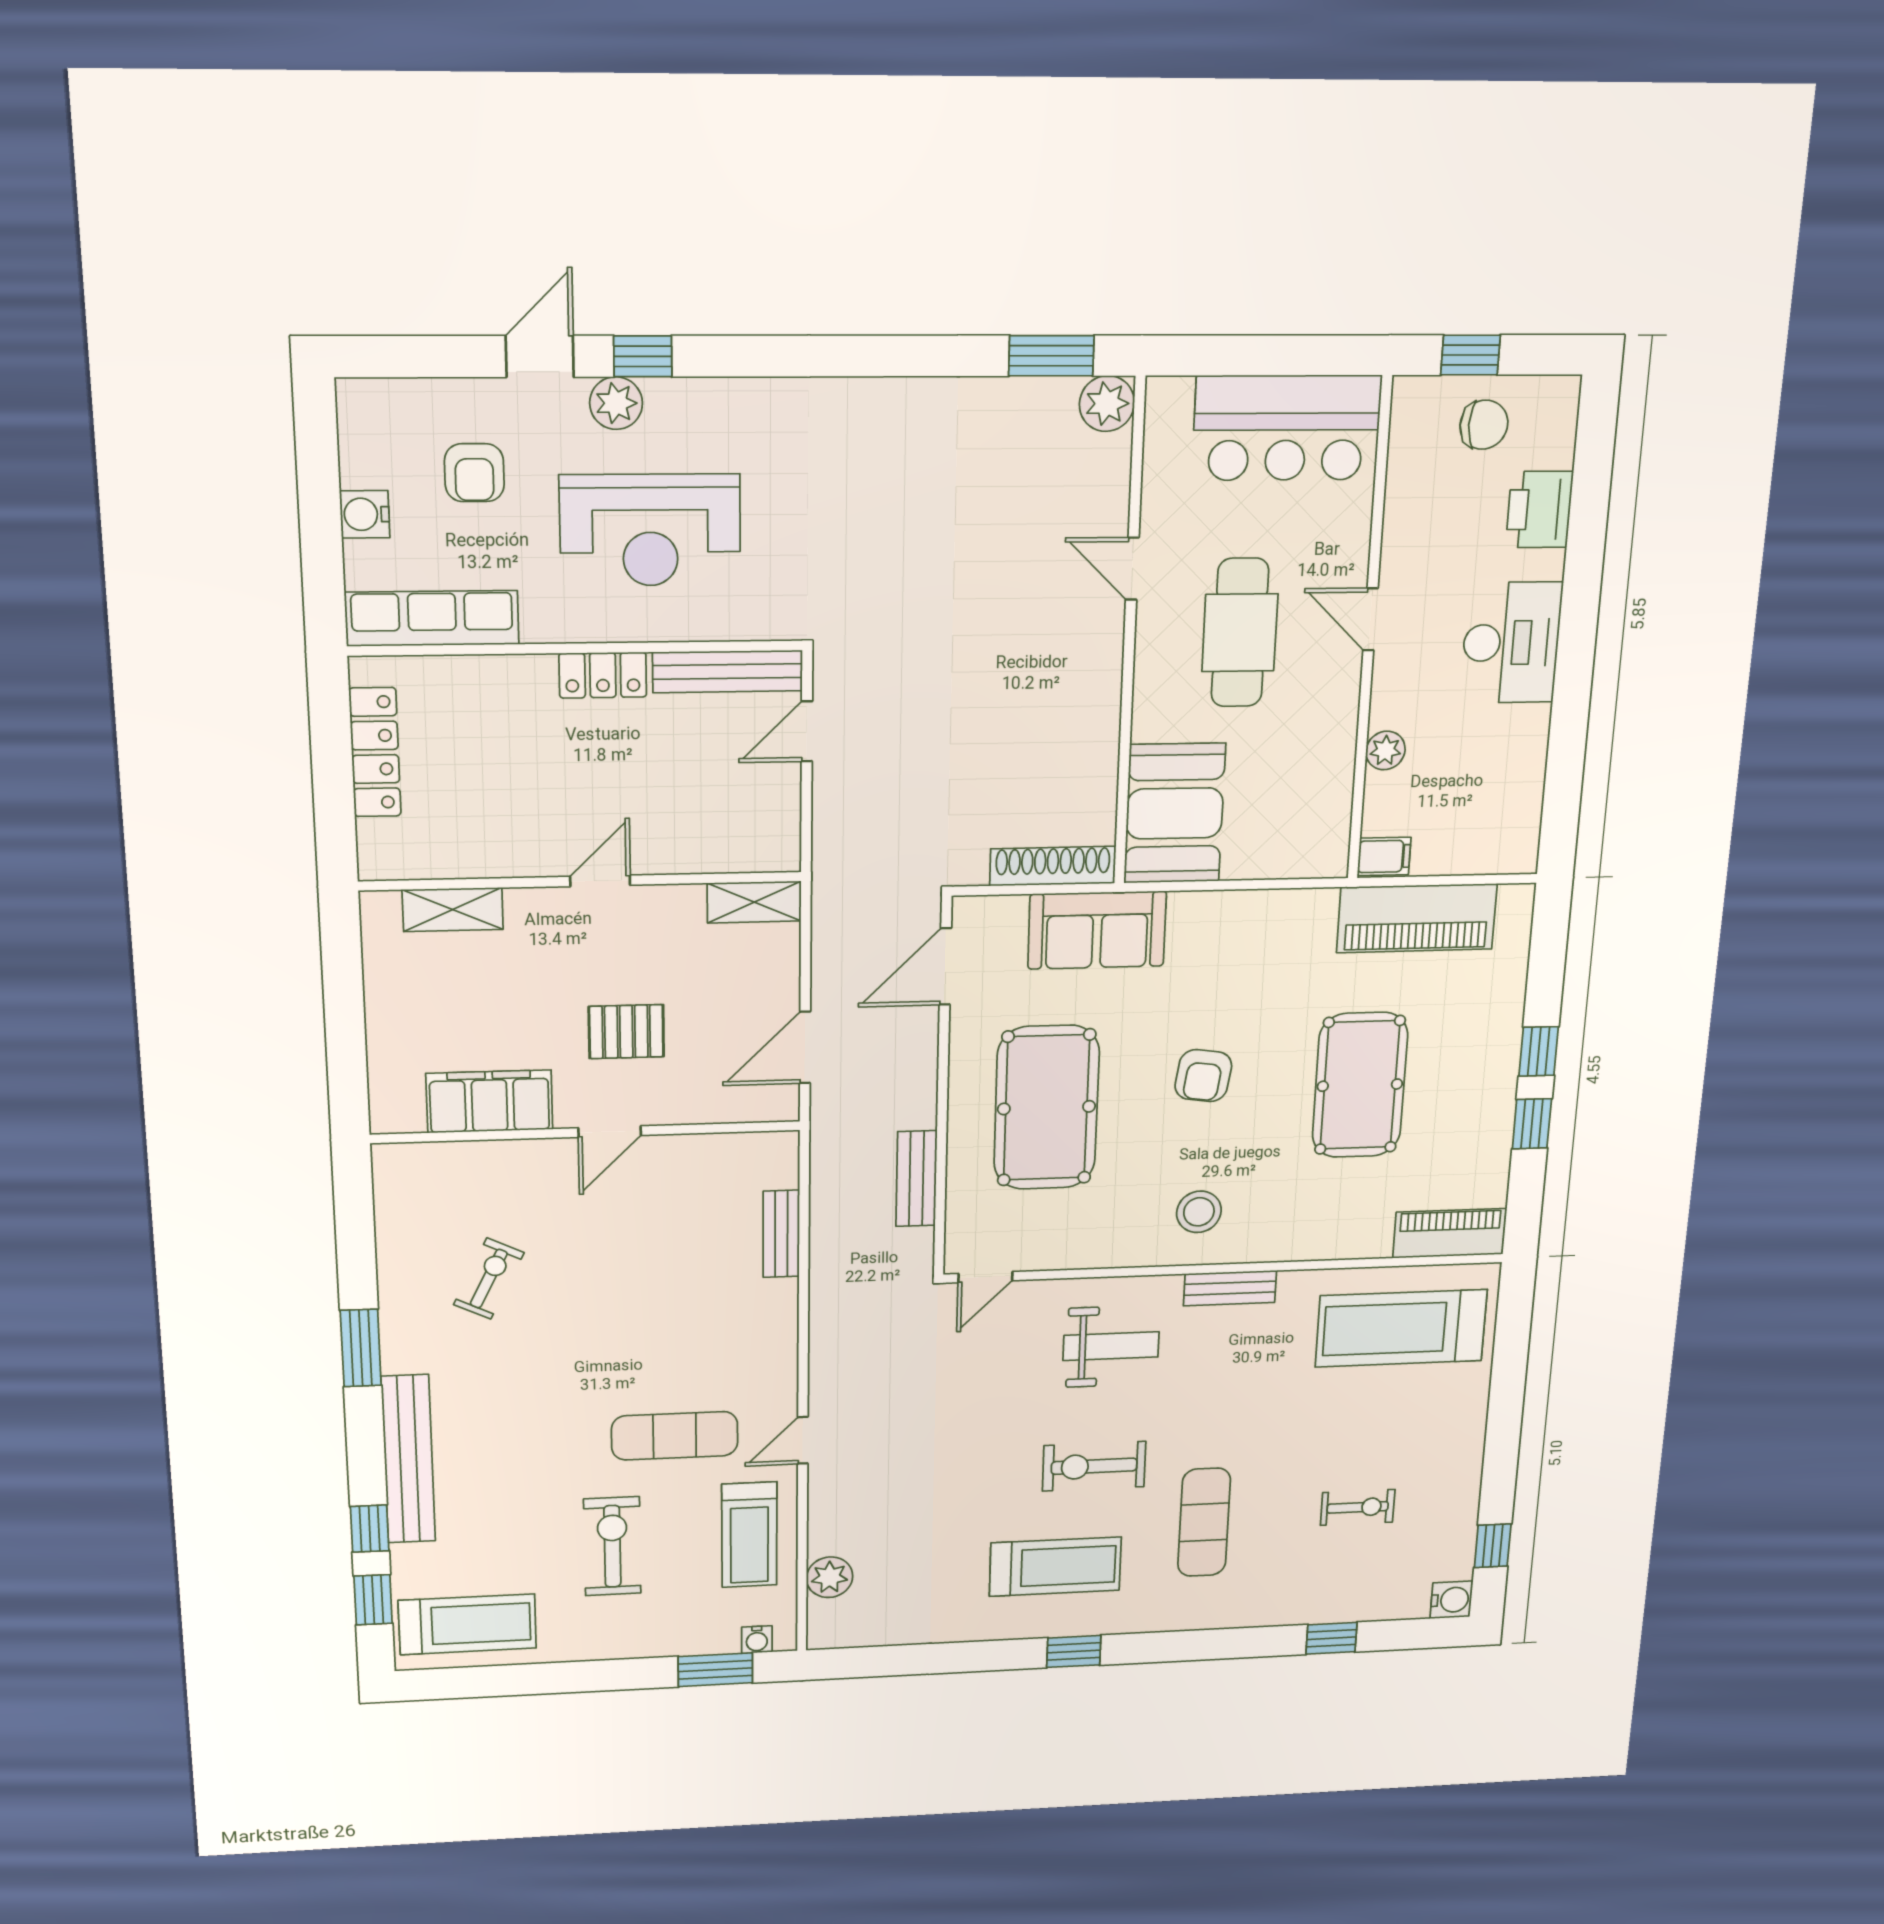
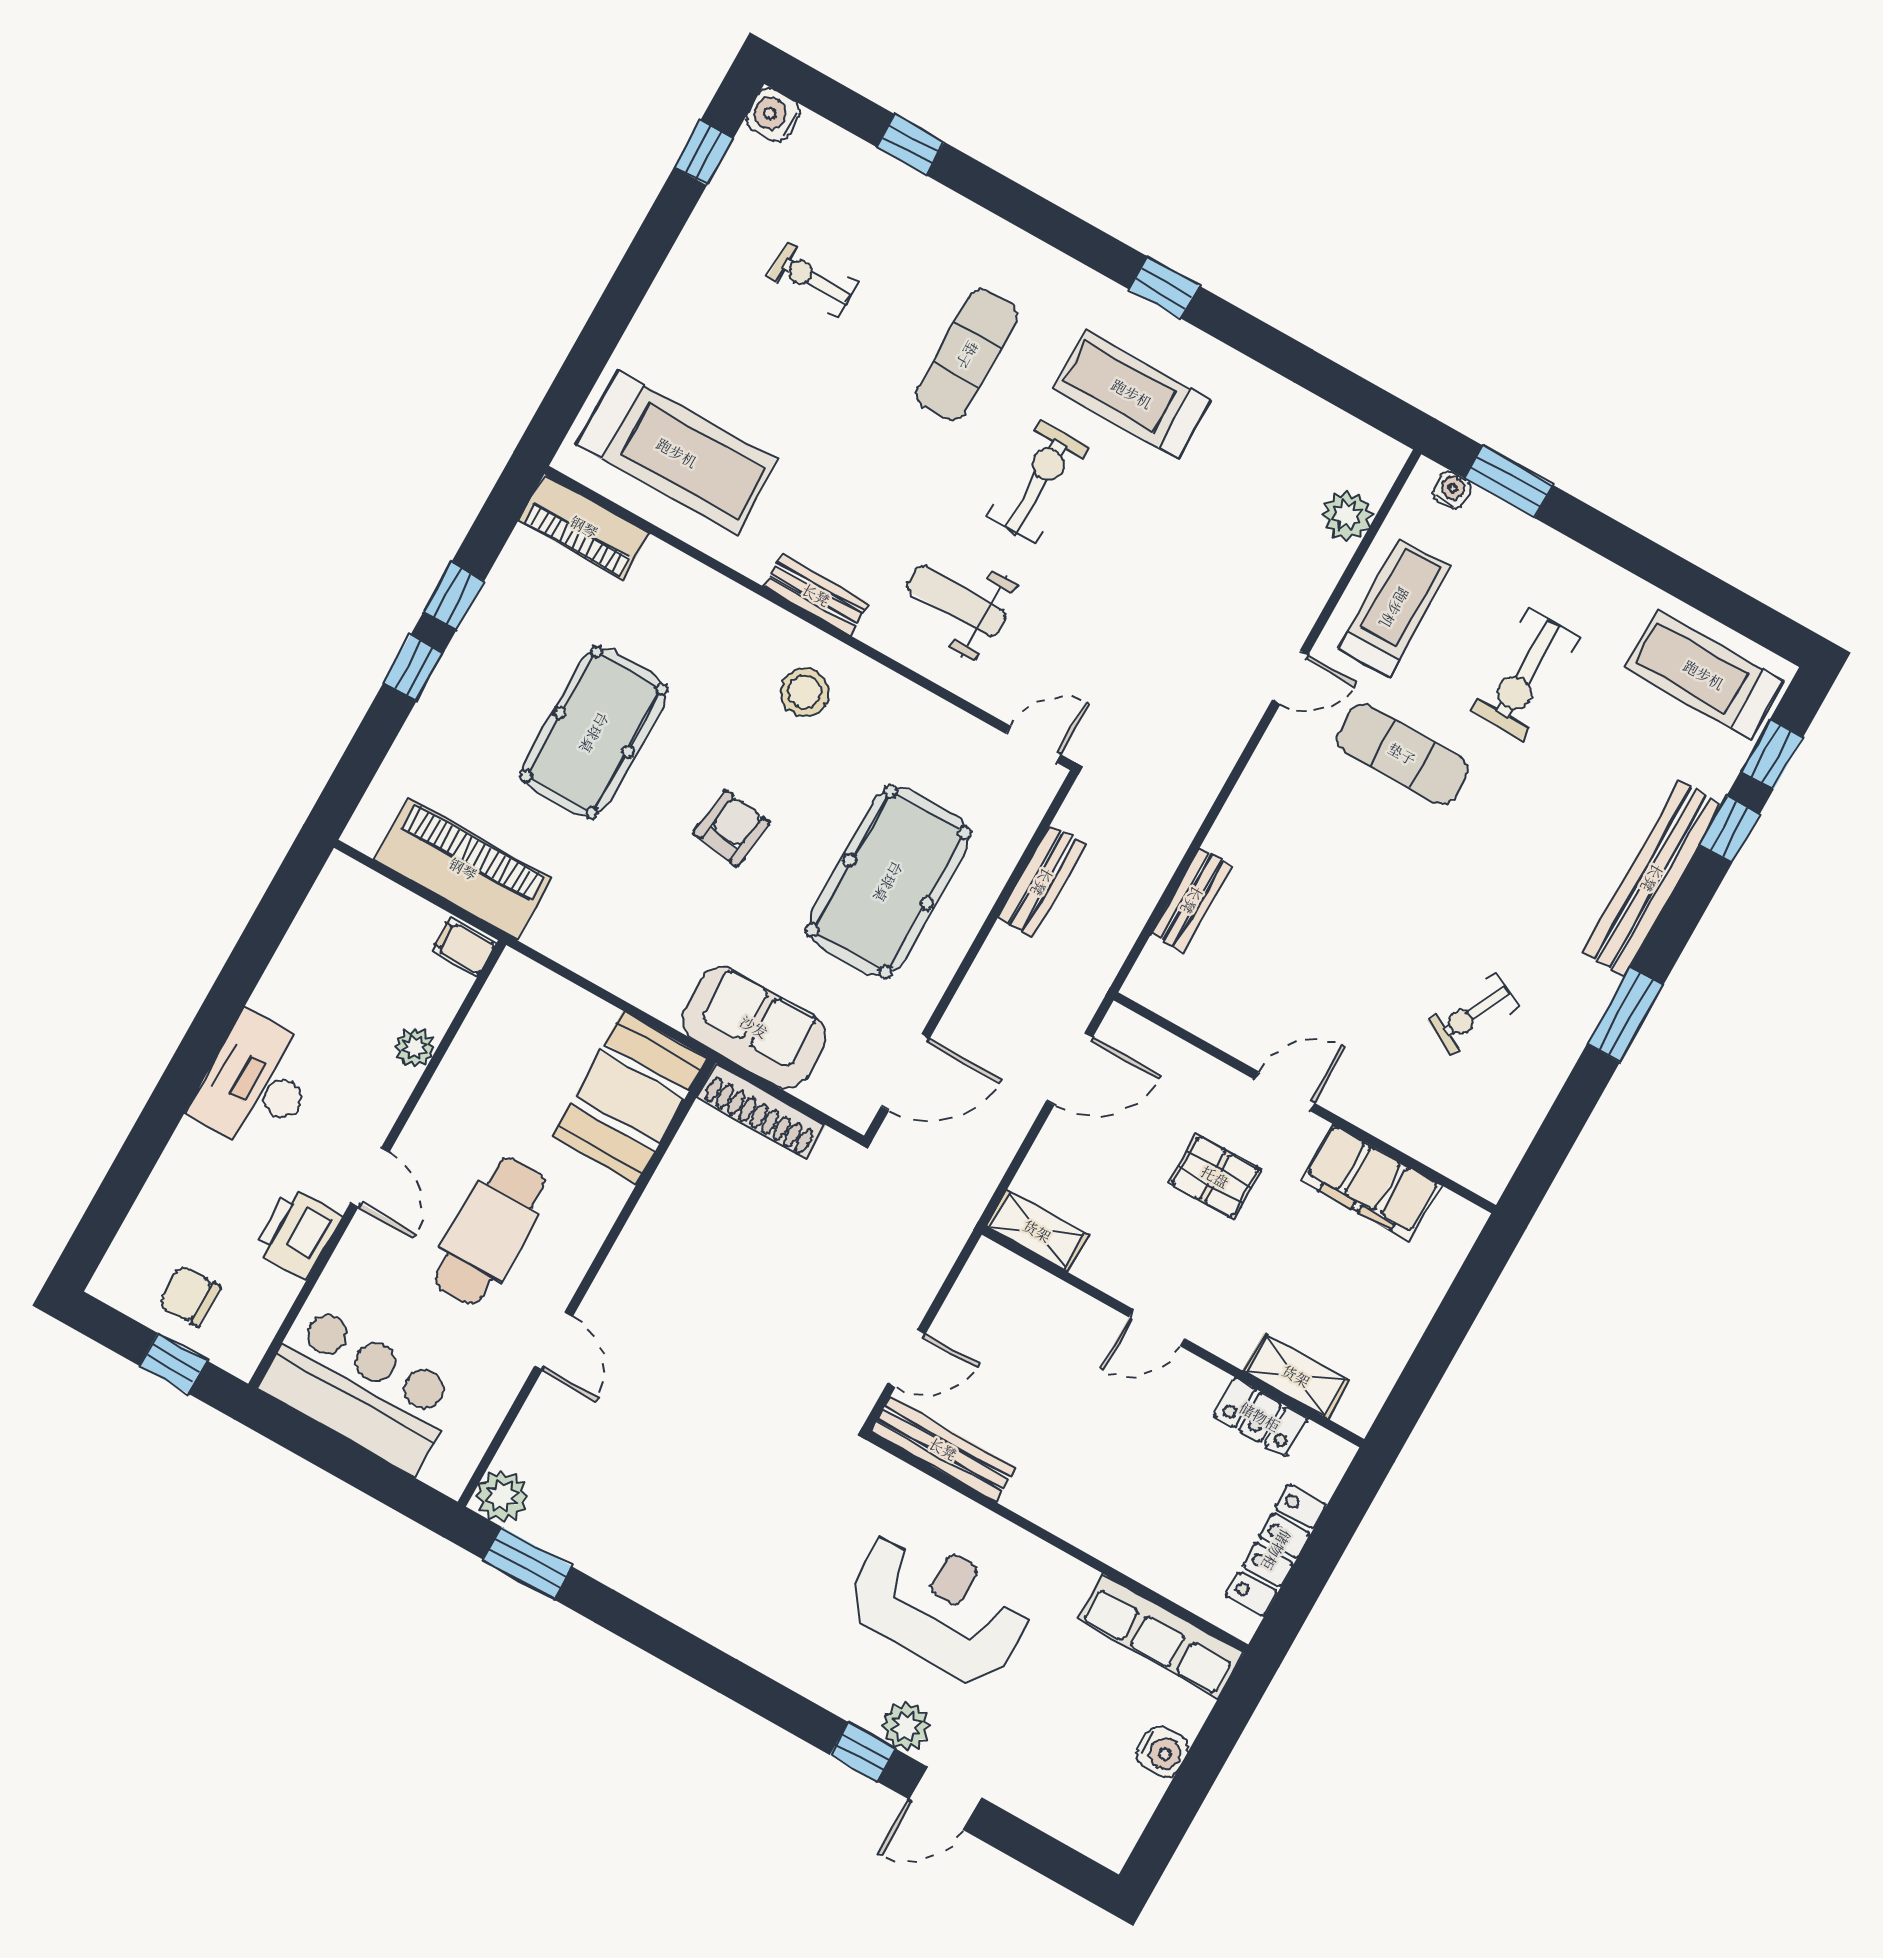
armchair: (474, 473) -> (1054, 1735), removed
printer: (1539, 510) -> (297, 1233), moved, turned 180
locker: (603, 675) -> (1260, 1417), moved, turned 180
exercise bike: (1094, 1466) -> (1038, 482), turned -90

